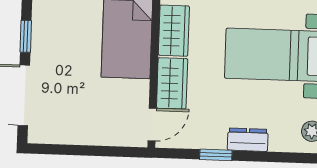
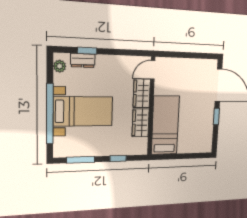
dresser: (248, 140) -> (83, 60), moved
window: (216, 155) -> (87, 51), moved

